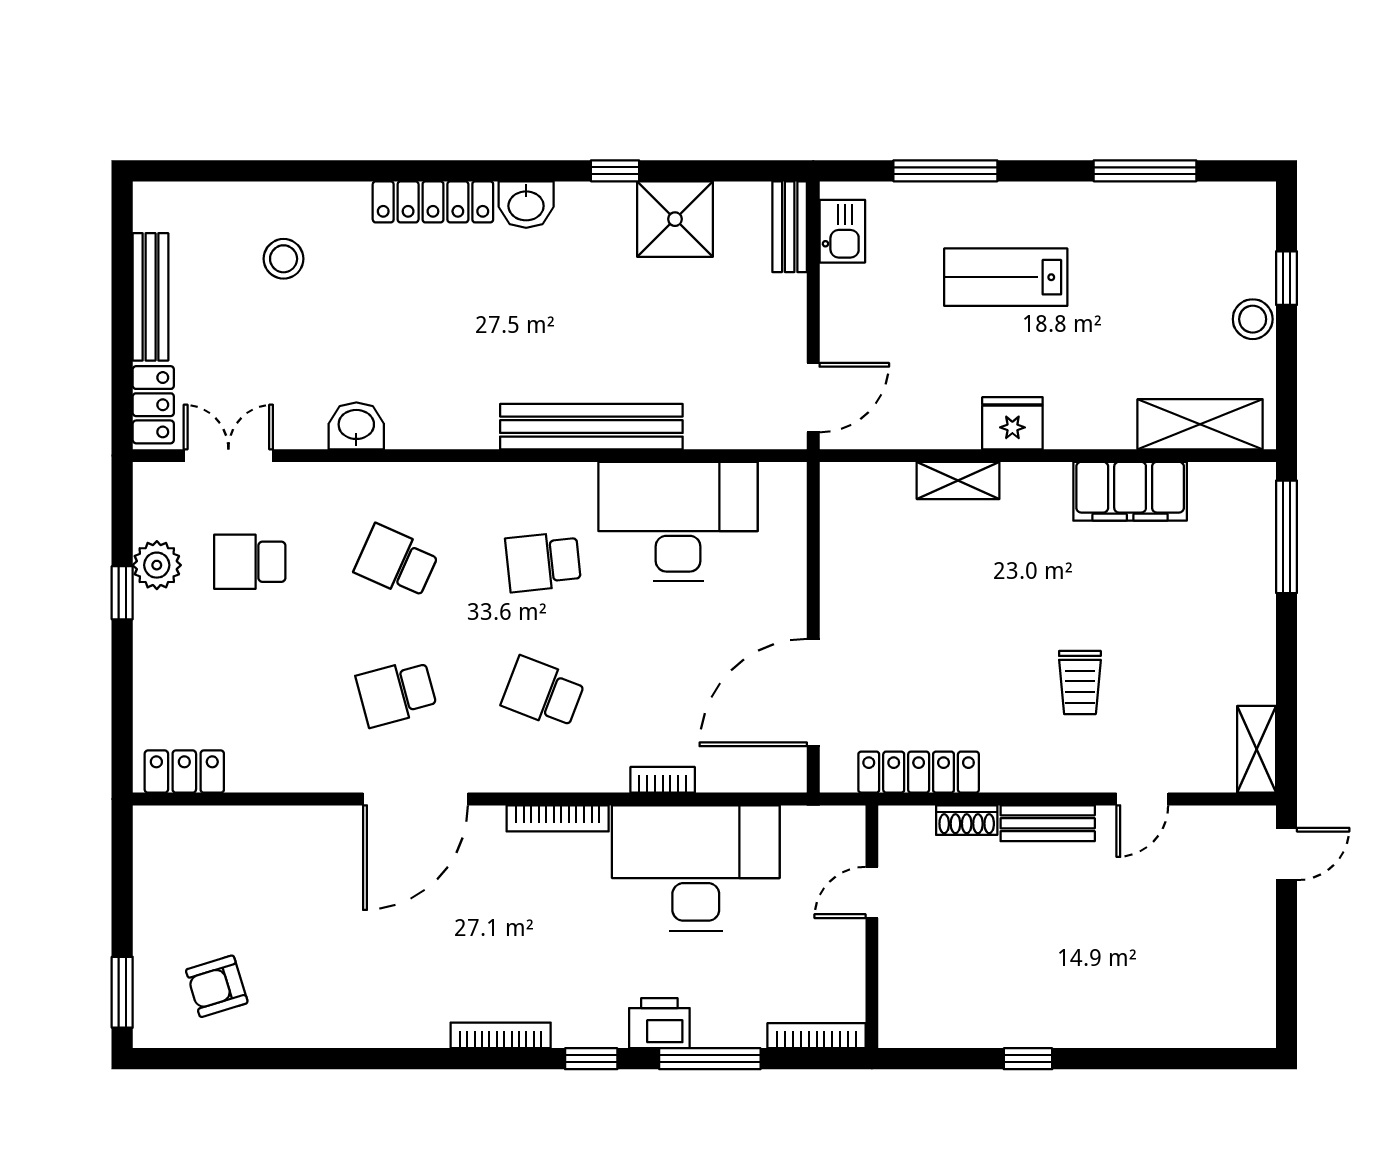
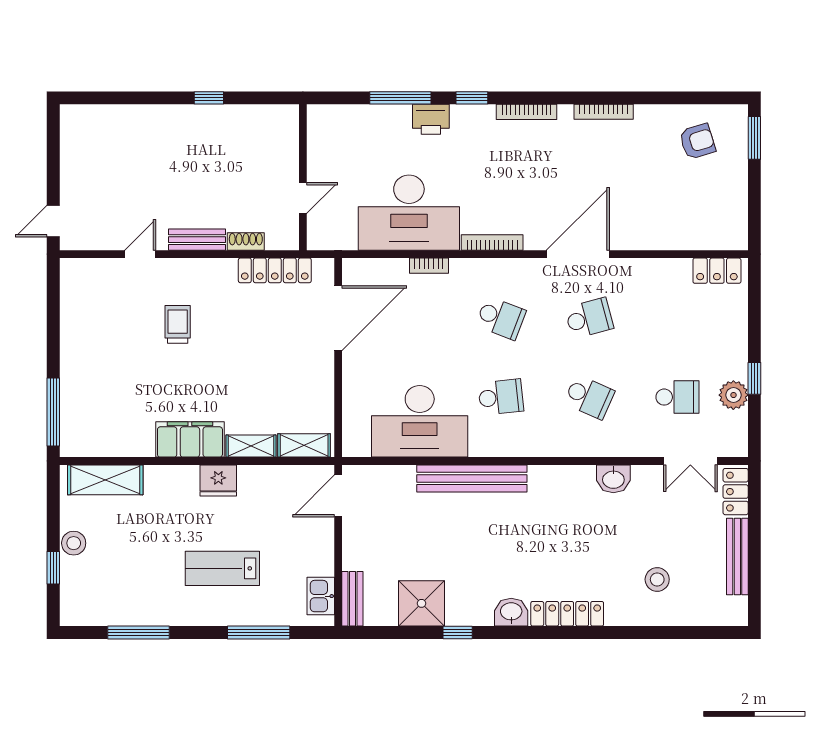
lab bench: (1006, 277) -> (222, 568), turned 180
filing cabinet: (1130, 491) -> (190, 439), moved
shelving: (1257, 749) -> (304, 445), moved, turned 90
bookcase: (817, 1036) -> (604, 112), moved

